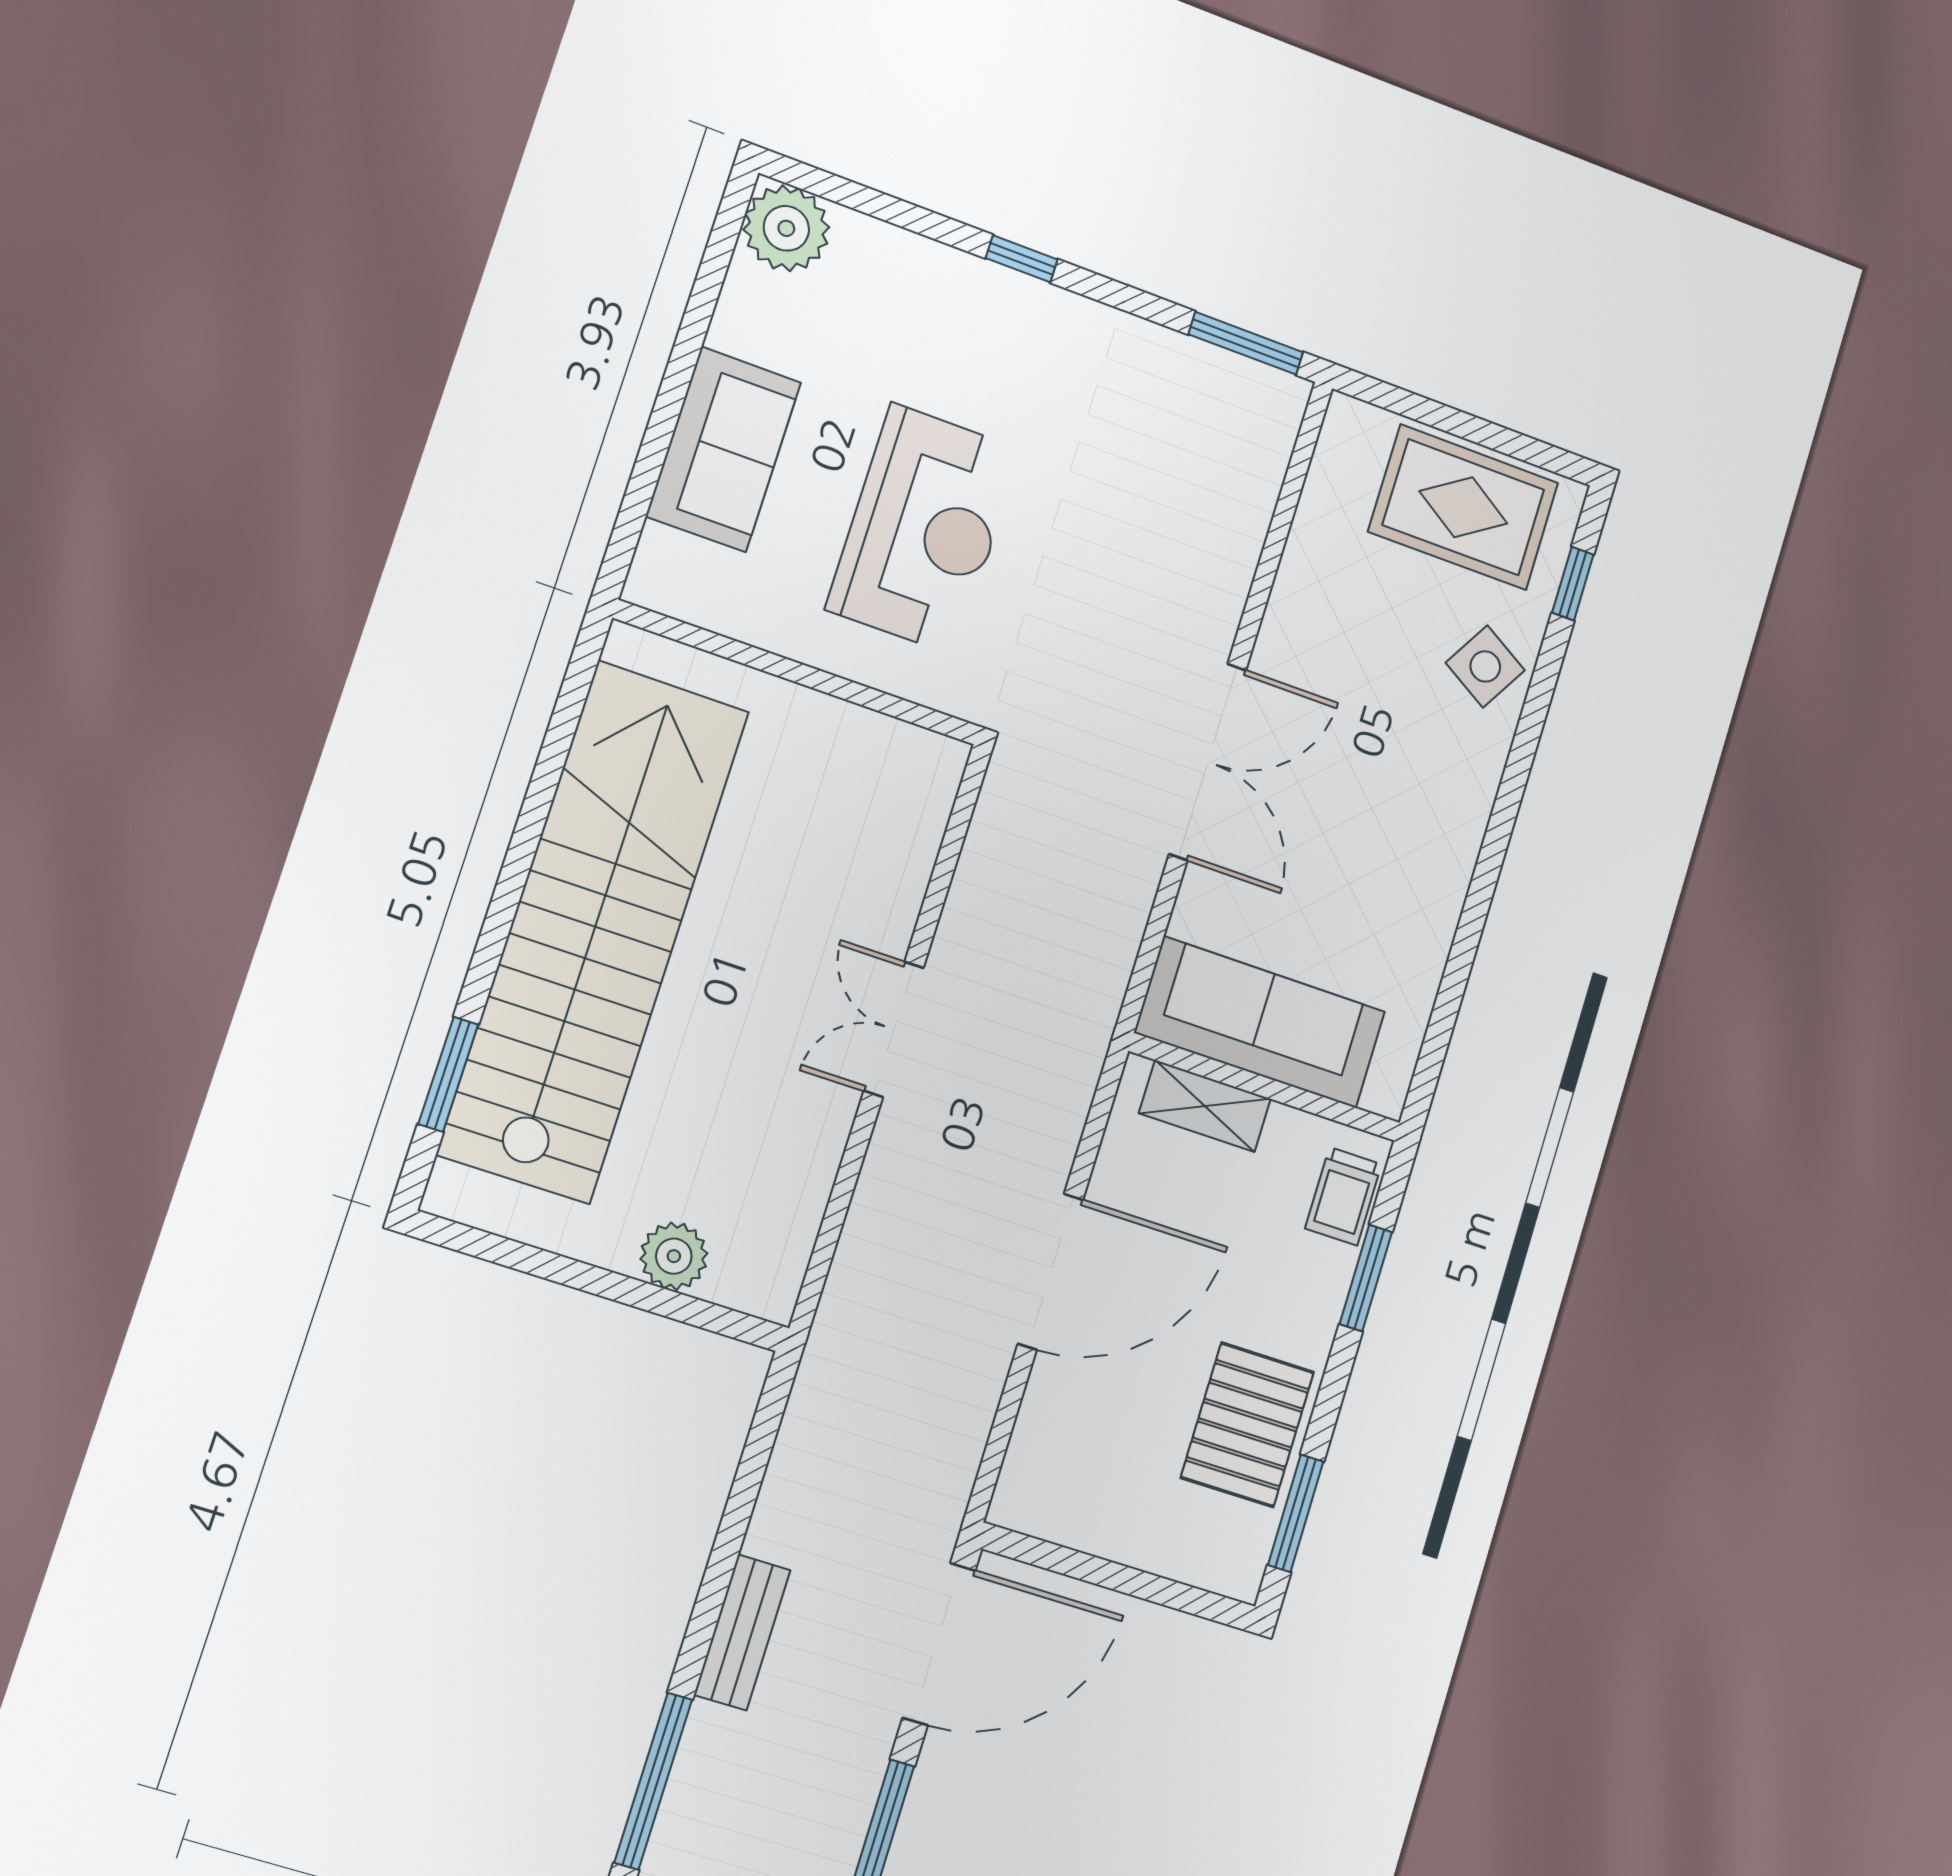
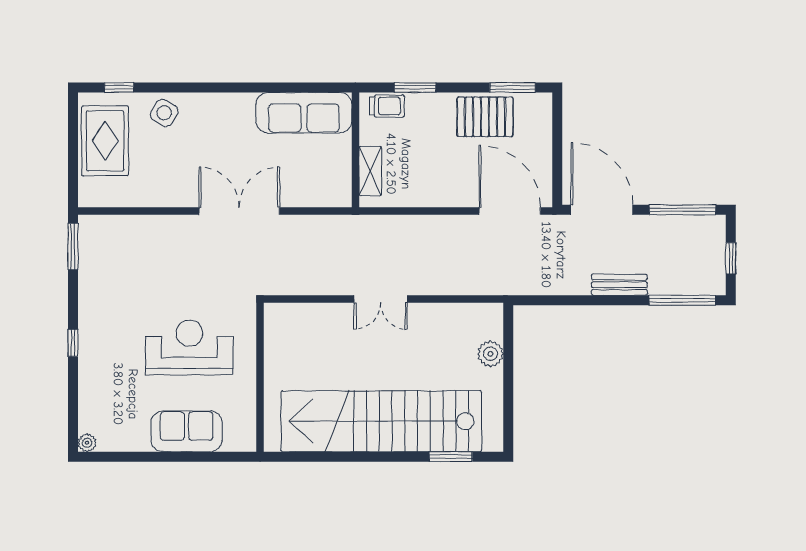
plant: (786, 228) -> (87, 443), width x0.53, depth x0.53
sofa: (1260, 1022) -> (304, 113), moved, turned -90
door: (1051, 1272) -> (510, 211), moved

